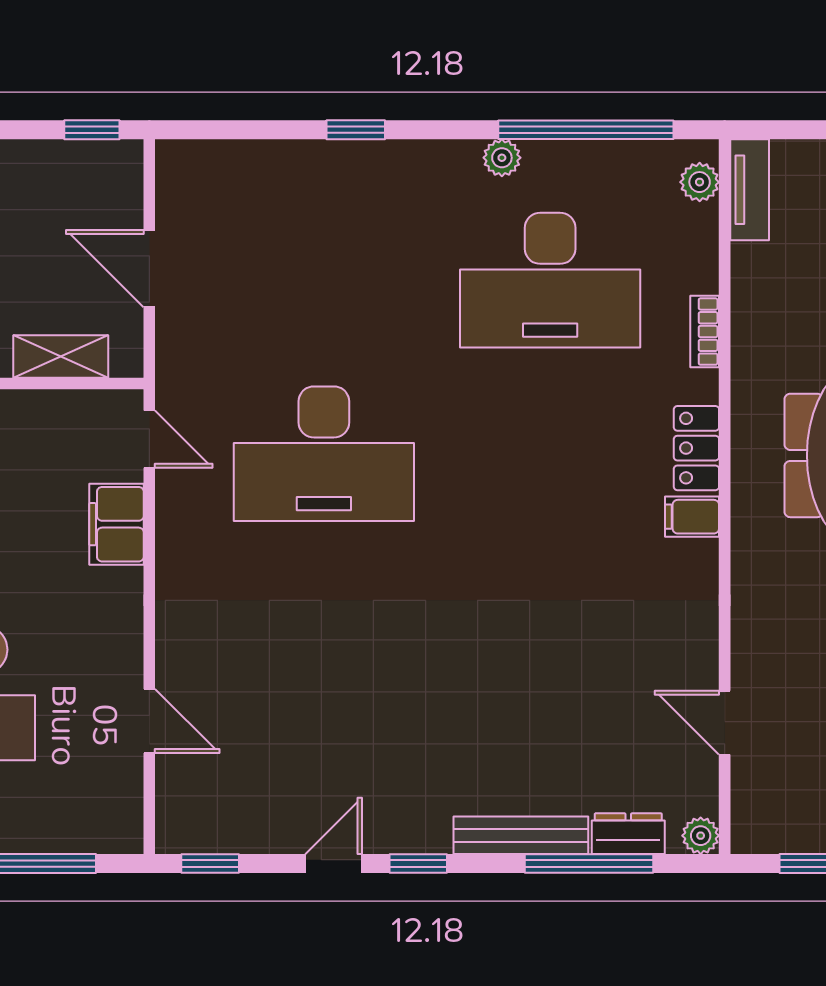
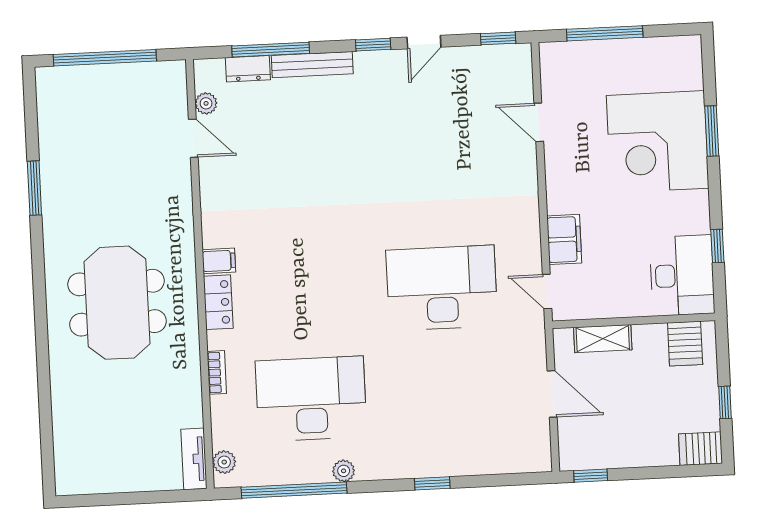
plant: (701, 836) -> (206, 103), moved

